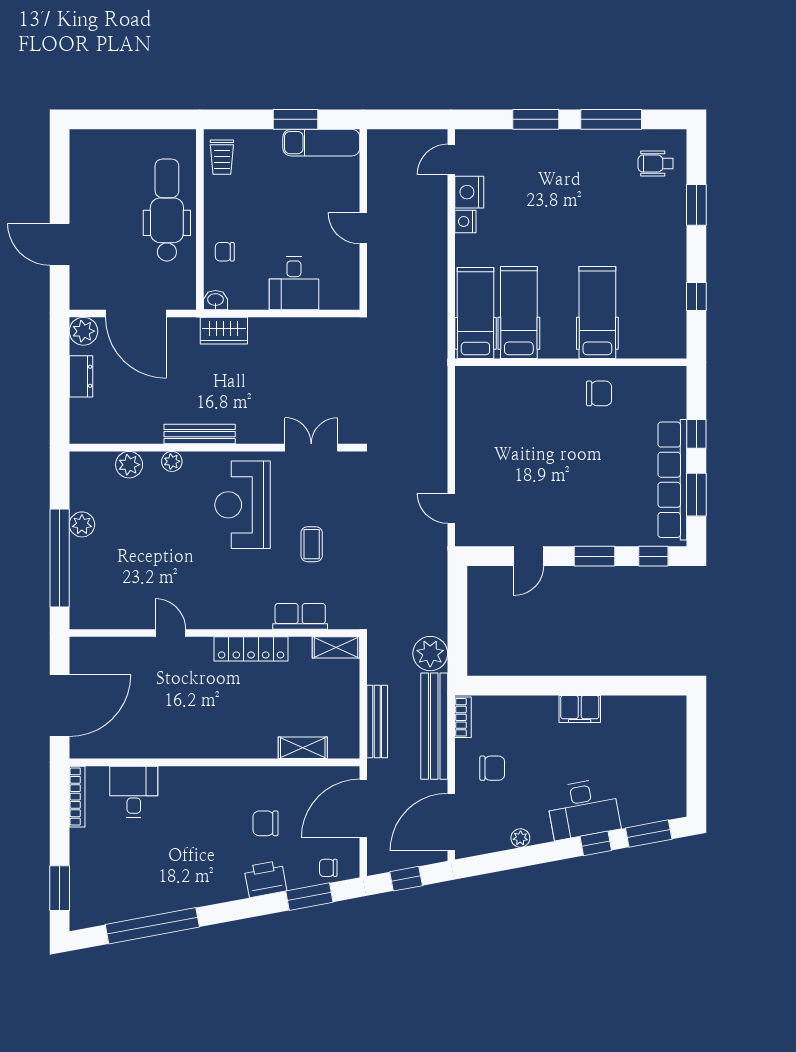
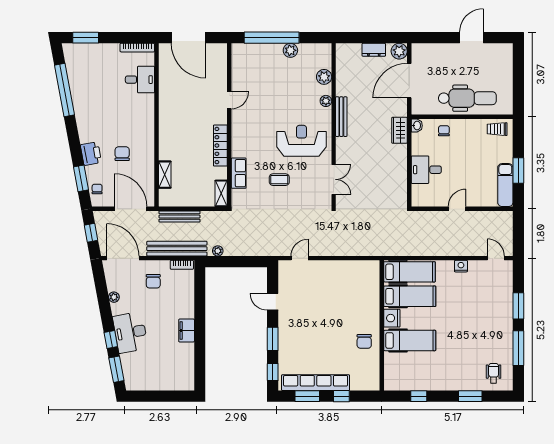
nightstand: (469, 192) -> (392, 318), moved, turned -90
door: (60, 244) -> (472, 38), moved
plant: (430, 654) -> (218, 251), width x0.53, depth x0.53

